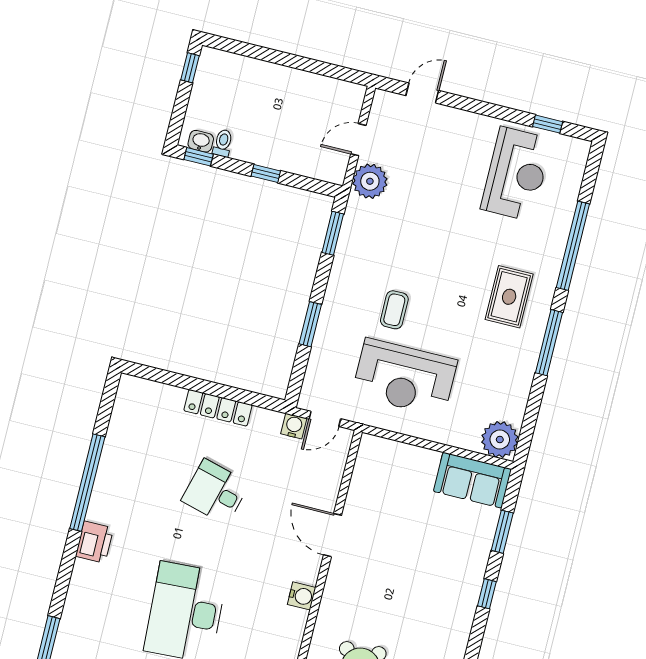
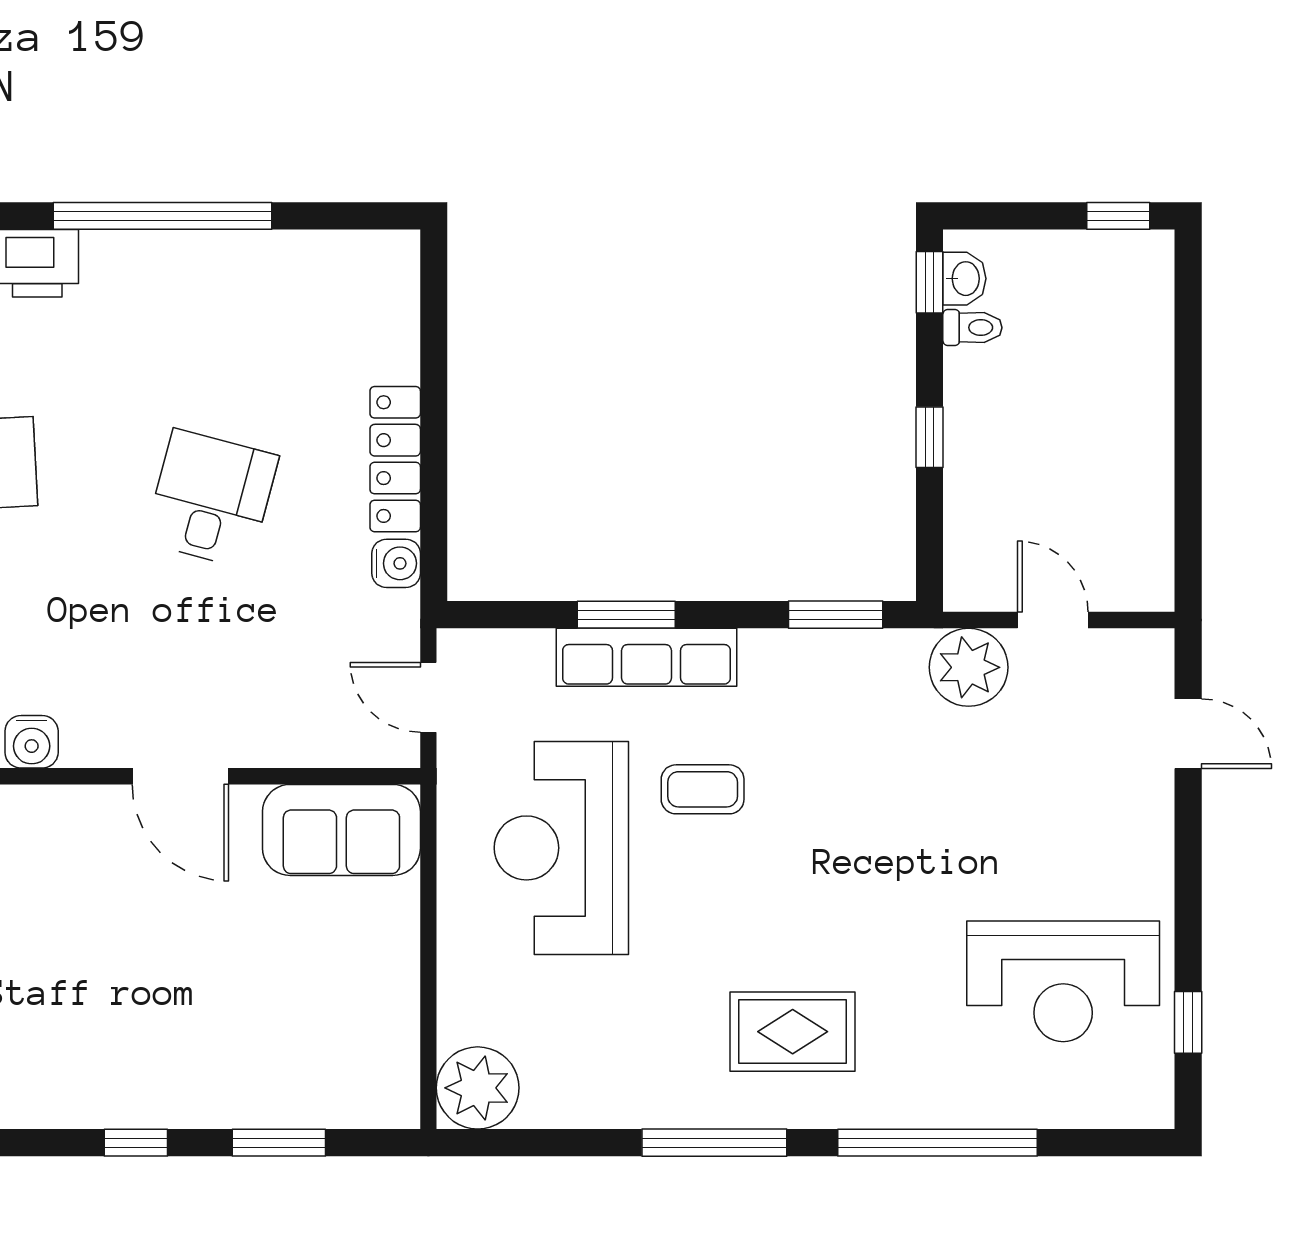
row of seats: (331, 320) -> (646, 657), added
water cooler: (294, 426) -> (396, 563), moved
sofa: (472, 480) -> (341, 830), moved, turned -90
door: (333, 535) -> (180, 776), swing flipped

